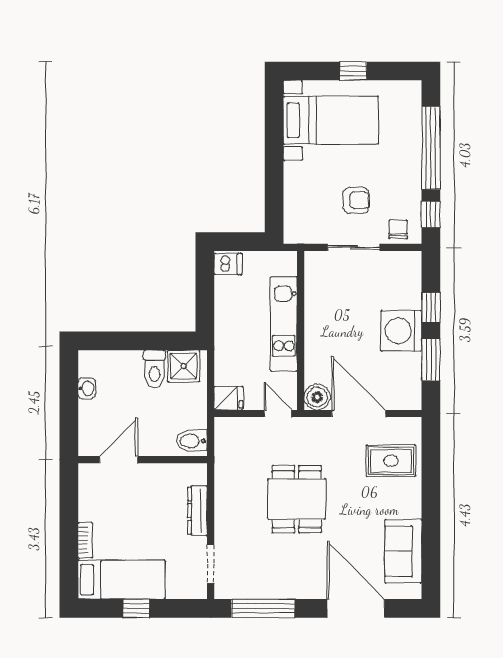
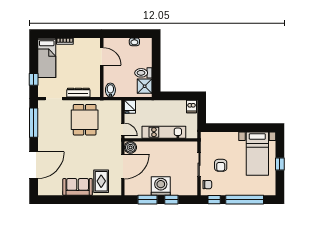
door: (278, 414) -> (123, 129), hinge flipped
dining table: (297, 499) -> (85, 120), moved, turned 90
sofa: (403, 551) -> (78, 187), moved
window: (136, 608) -> (34, 79), moved

